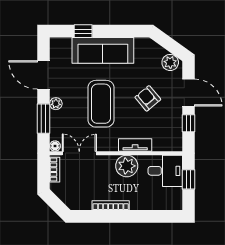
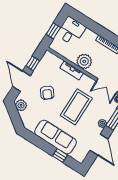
desk: (165, 171) -> (71, 31), moved, turned 90

